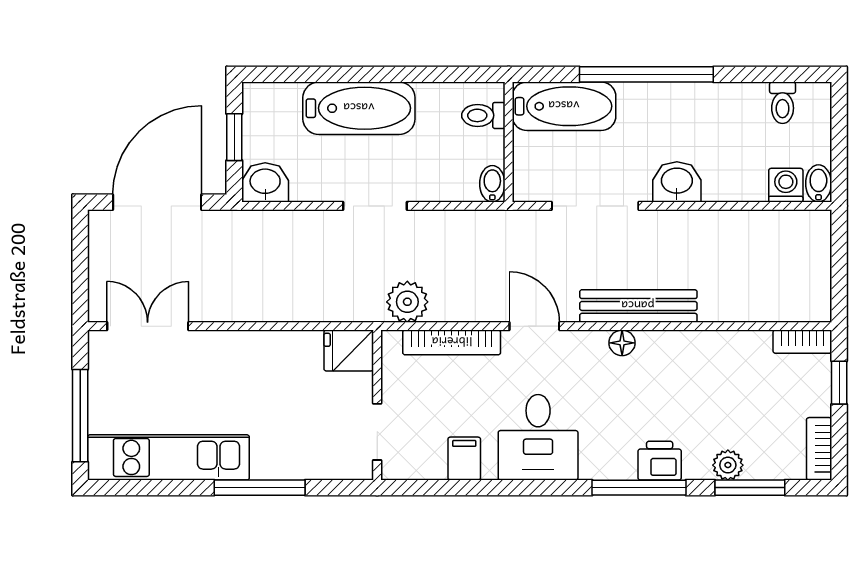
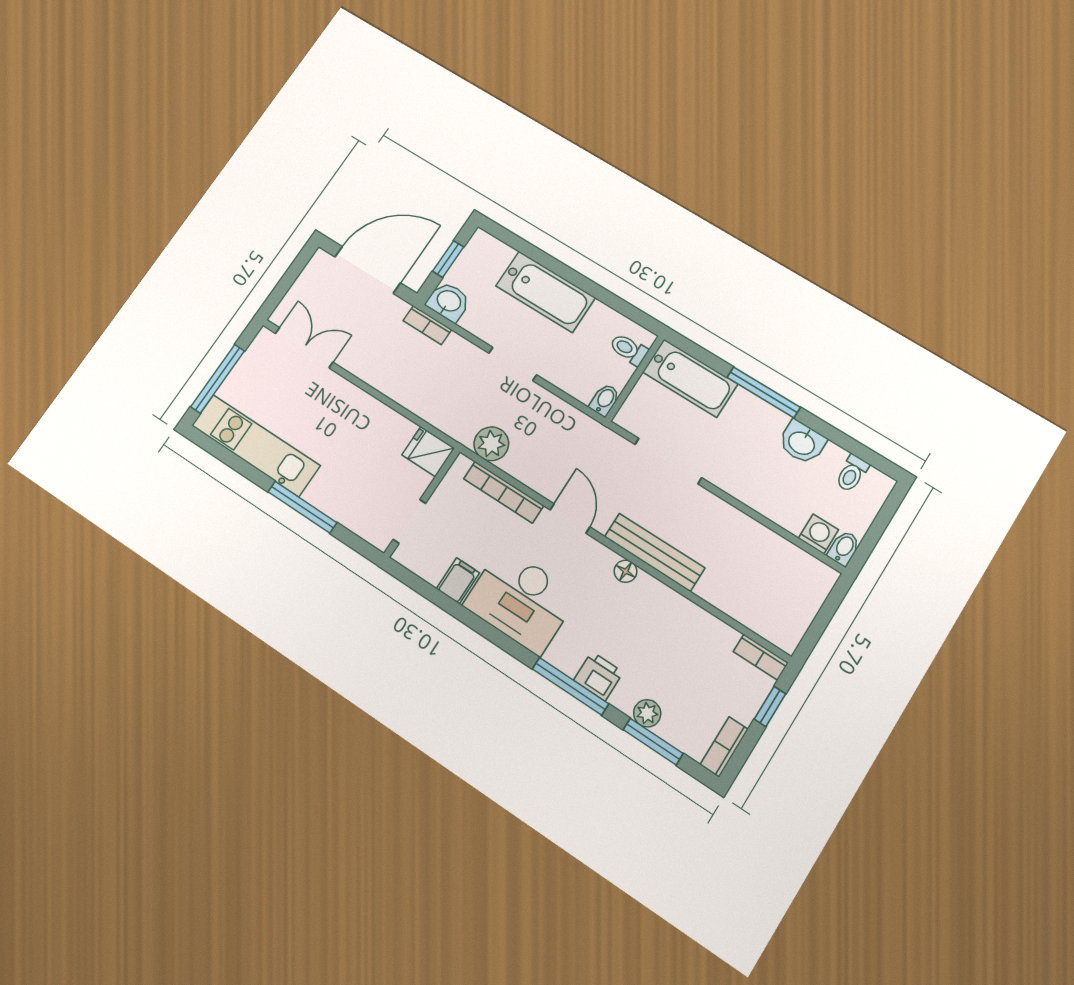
window: (646, 74) -> (764, 392), width x0.68
washbasin: (677, 182) -> (802, 442), moved, turned 180
bookcase: (260, 221) -> (427, 325), added
desk: (538, 437) -> (521, 600), width x1.37

